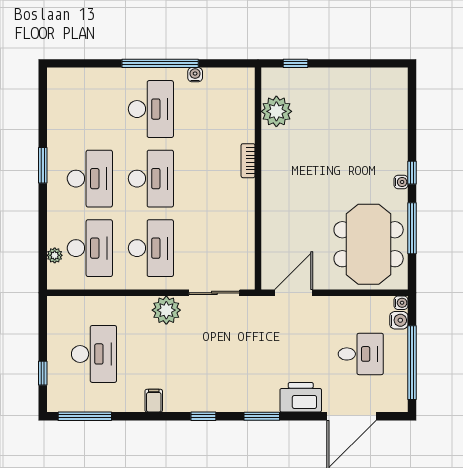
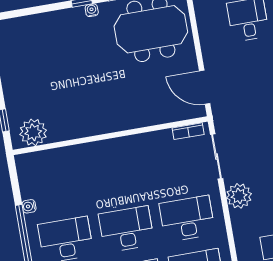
plant: (276, 111) -> (33, 132), moved
bookcase: (248, 161) -> (188, 131), moved

